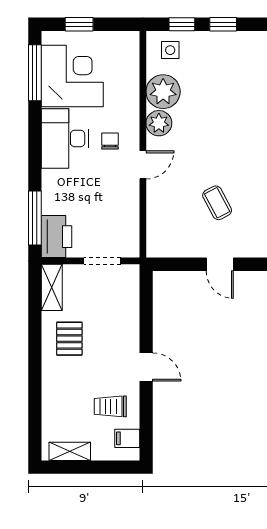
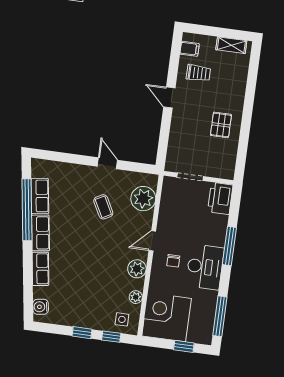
corner desk: (72, 76) -> (167, 317), moved, turned 90
plant: (163, 92) -> (136, 297), width x0.53, depth x0.53
window: (35, 218) -> (229, 246), moved
plant: (163, 222) -> (143, 199), added
shelving: (52, 287) -> (228, 163), removed

